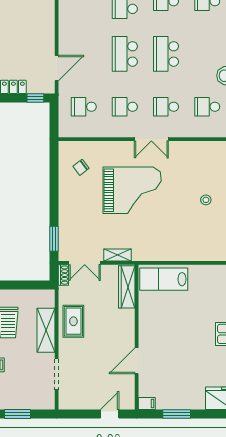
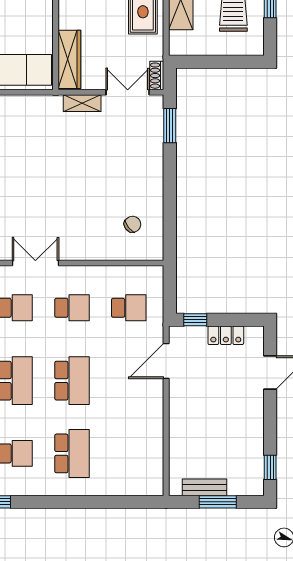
grand piano: (132, 190) -> (62, 193), removed

